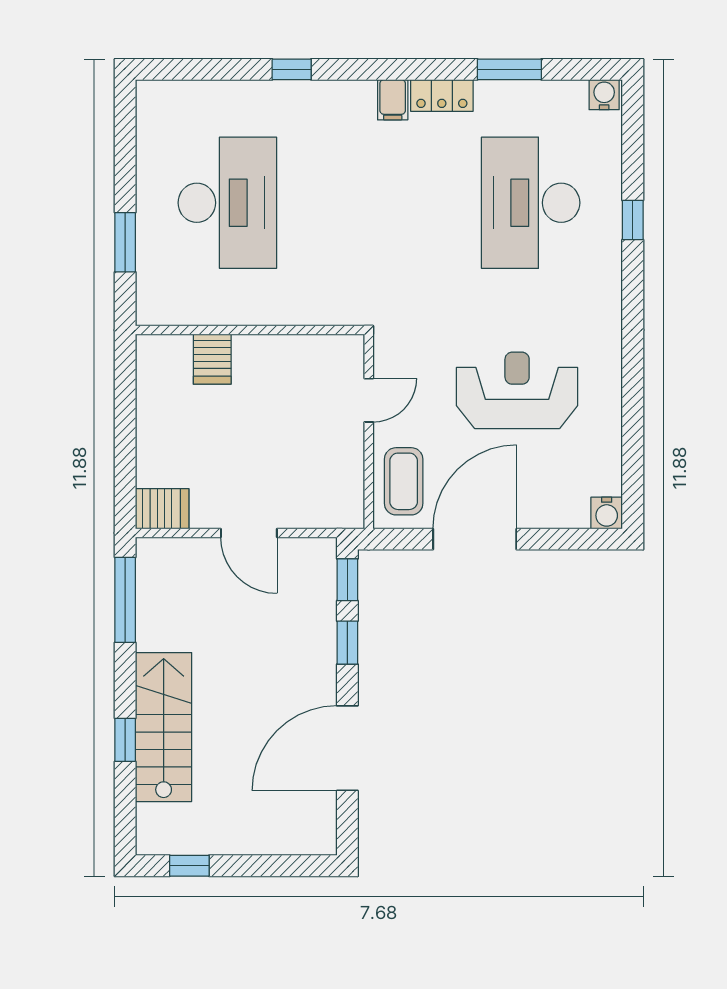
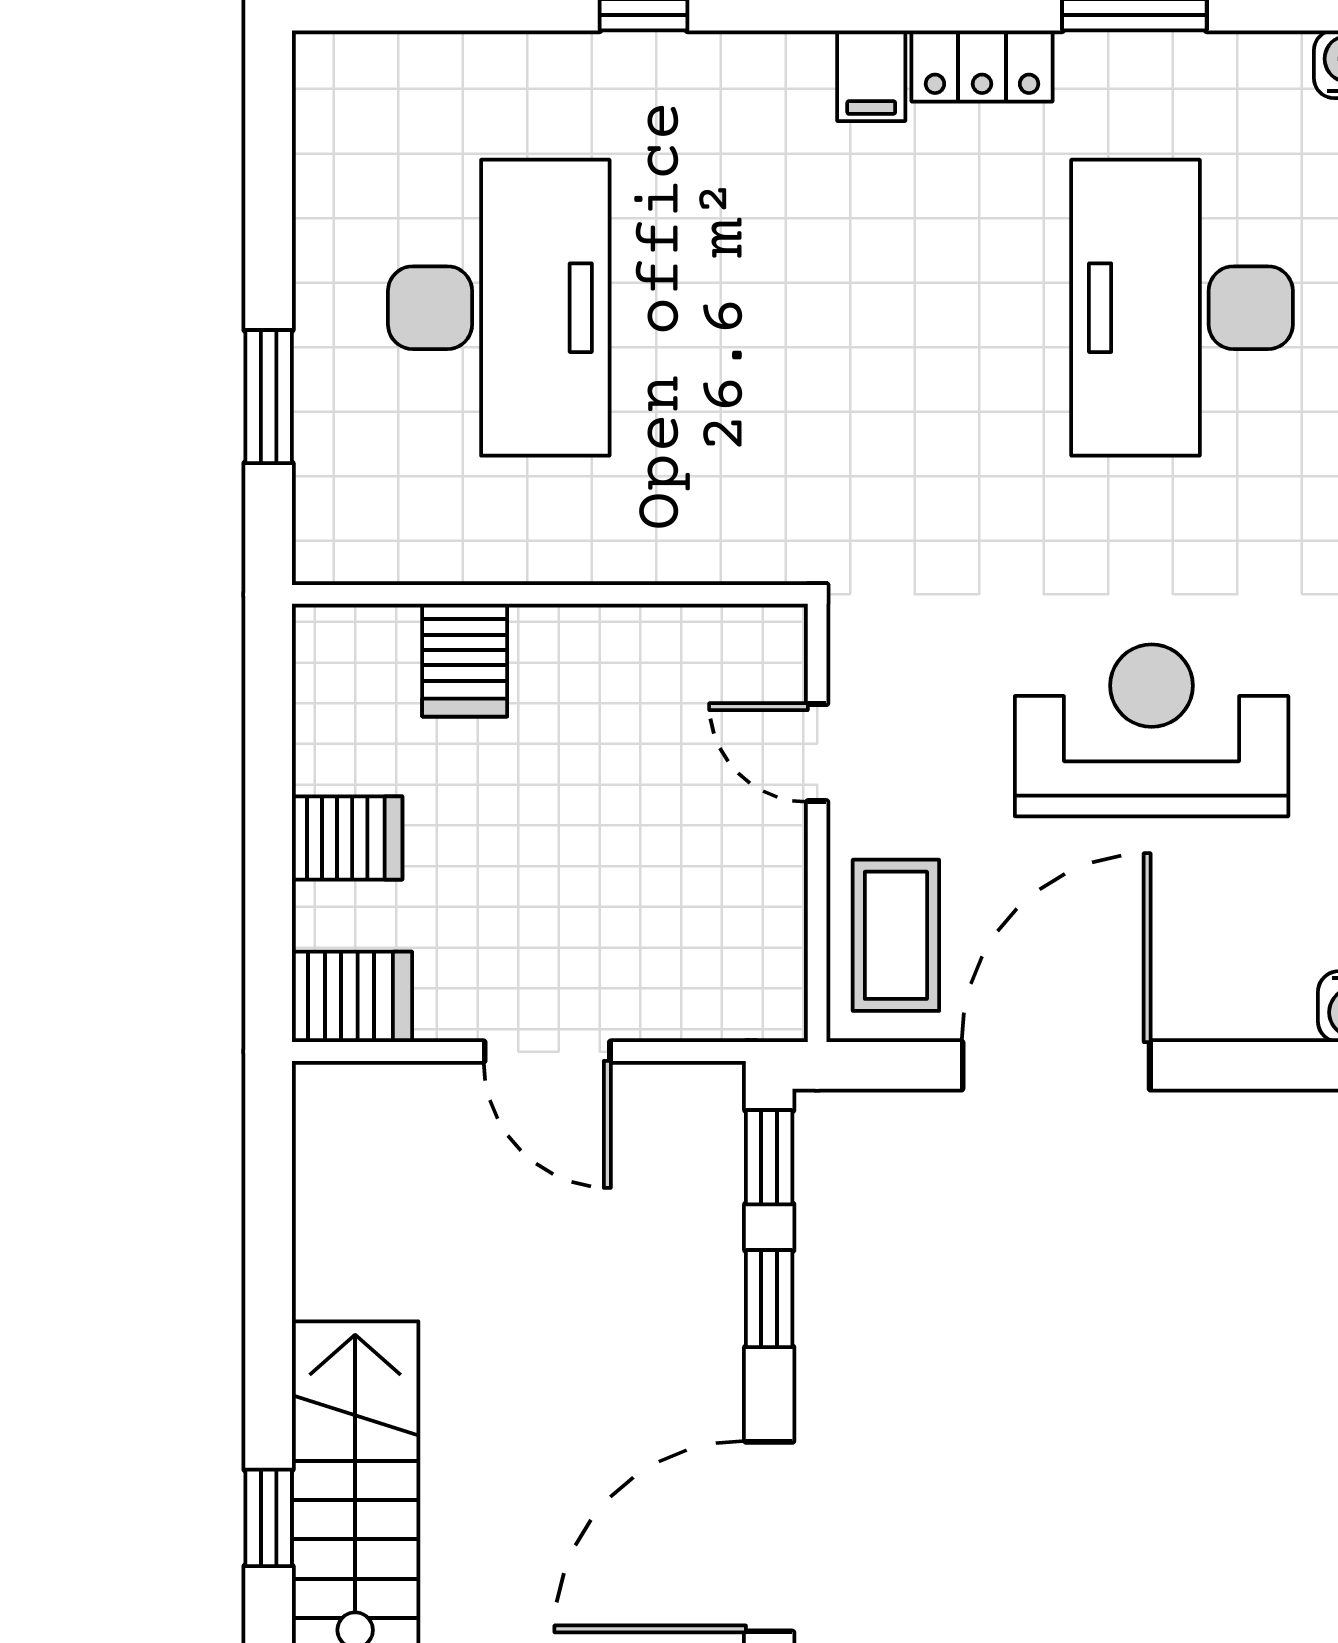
door: (369, 400) -> (817, 753), swing flipped
server rack: (160, 438) -> (347, 838), added
window: (125, 600) -> (269, 1203), removed

